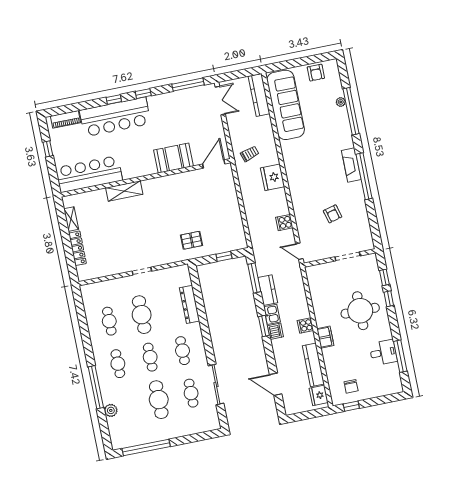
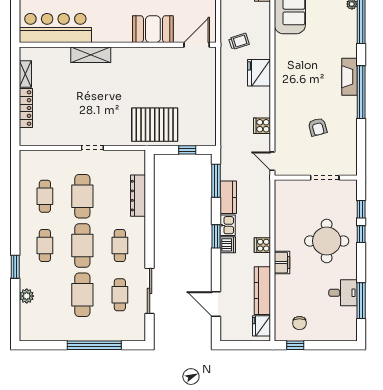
pallet: (192, 240) -> (155, 125), width x2.05, depth x2.00
cafe table: (150, 357) -> (82, 246), width x1.37, depth x1.35
window: (96, 387) -> (15, 267), width x0.47
window: (146, 447) -> (94, 345), moved

